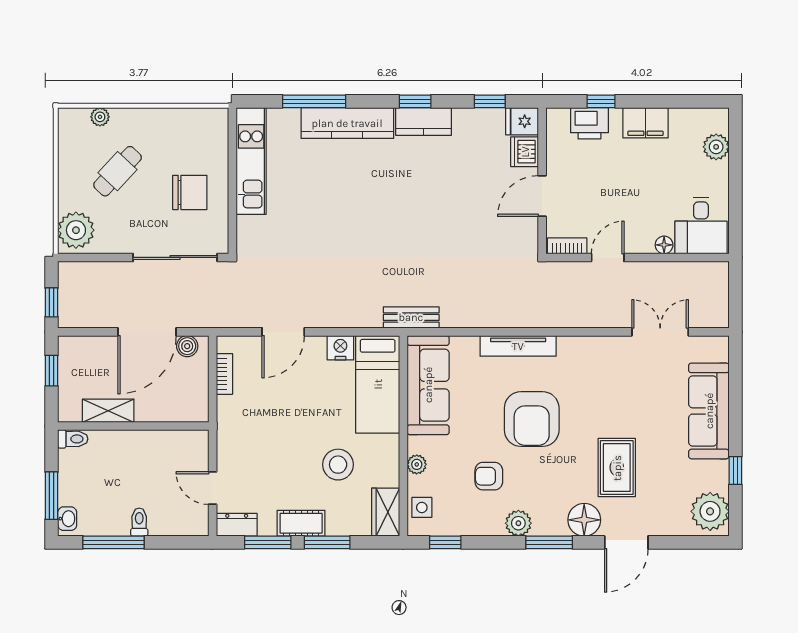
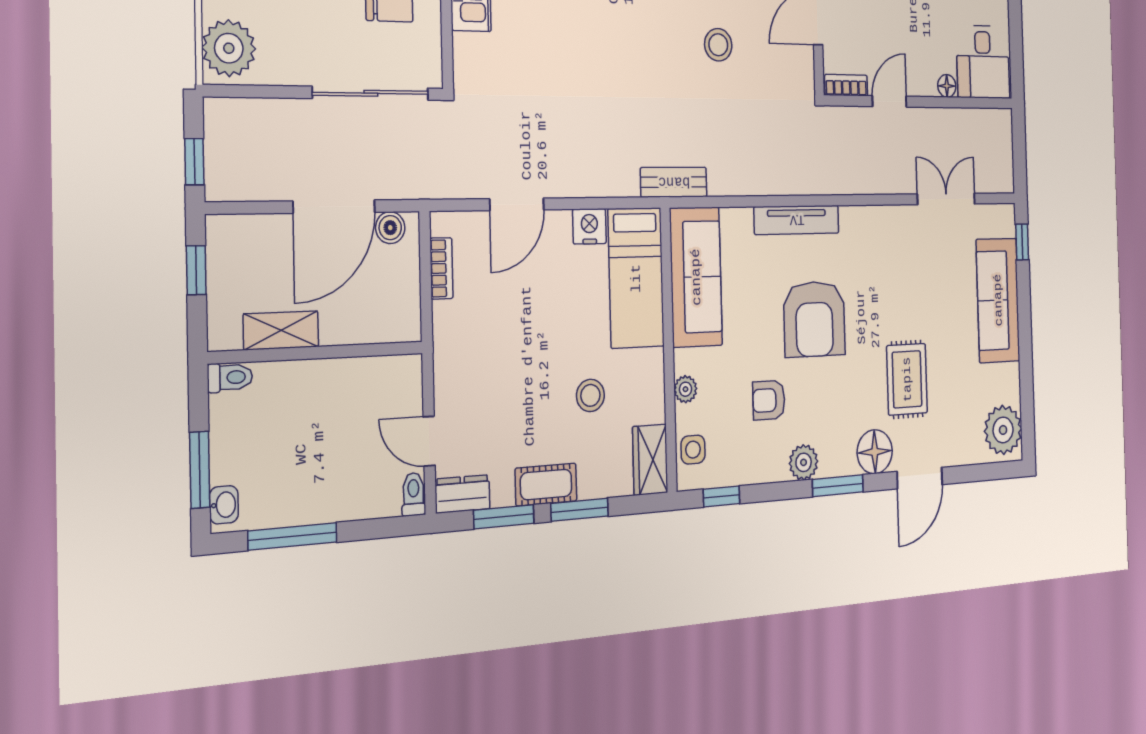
stool: (453, 218) -> (718, 45), added
stool: (338, 465) -> (590, 395), width x0.73, depth x0.73
window: (735, 471) -> (1022, 242), moved
toilet: (139, 522) -> (413, 494), moved

